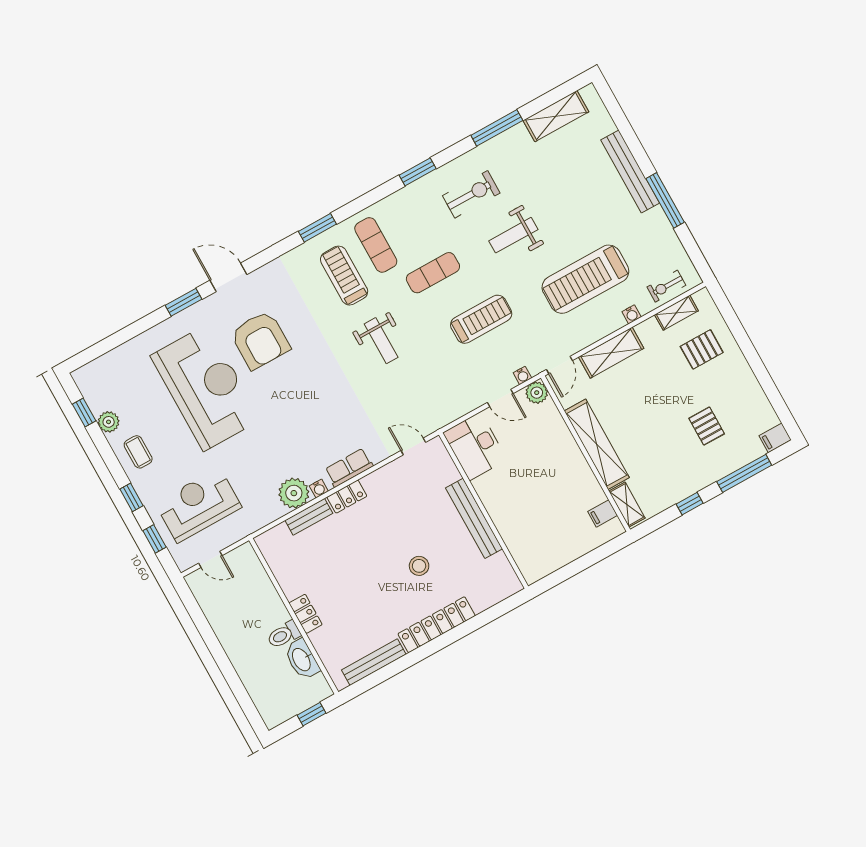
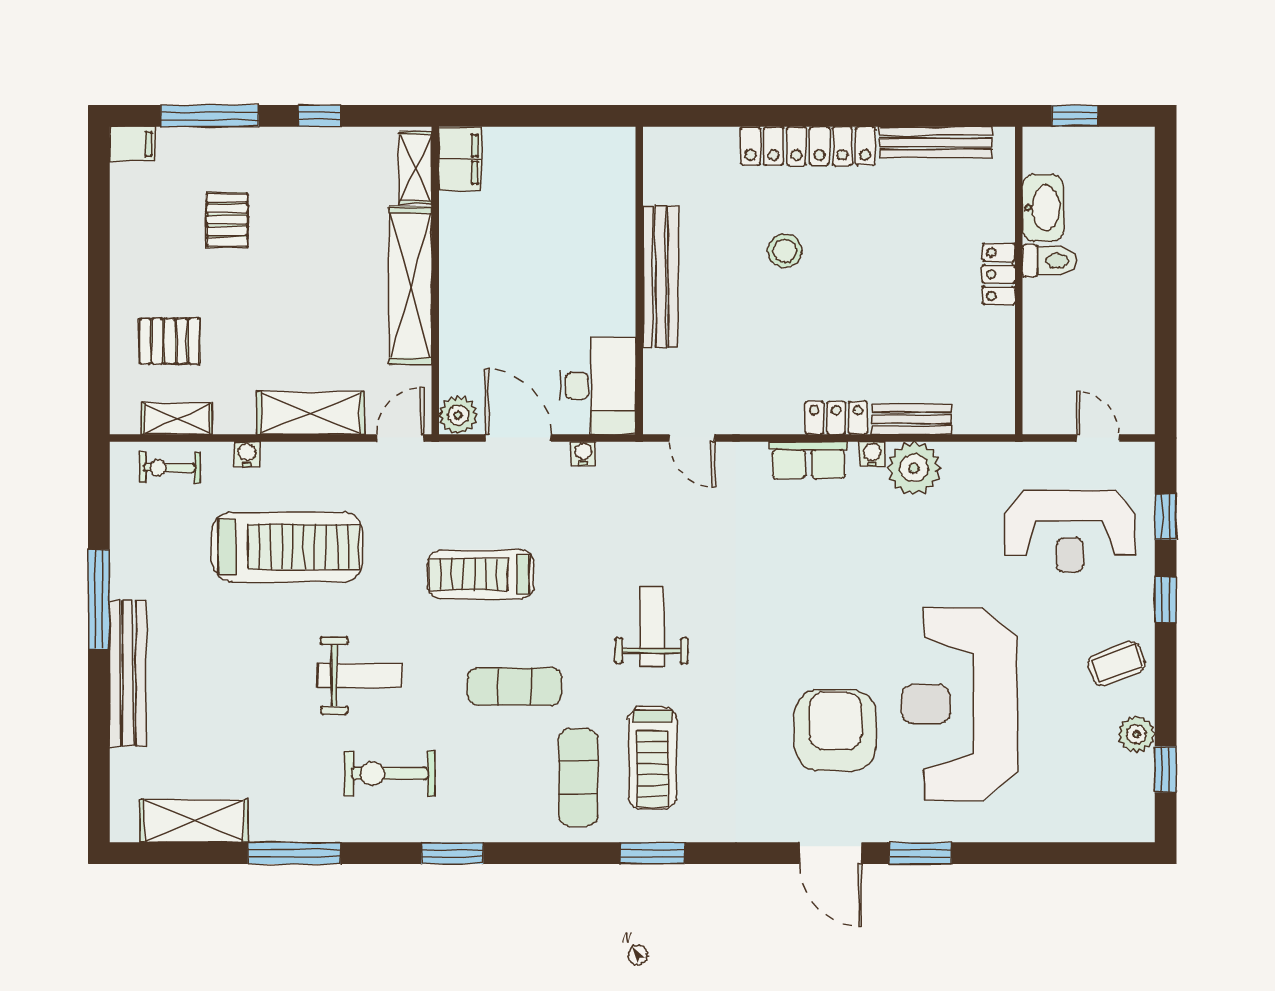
exercise bike: (666, 286) -> (170, 468), turned 180
water cooler: (522, 375) -> (583, 454), moved
door: (500, 398) -> (518, 438), width x1.38
coffee table: (138, 452) -> (1117, 663), turned 70
filing cabinet: (603, 513) -> (460, 159), width x2.00

